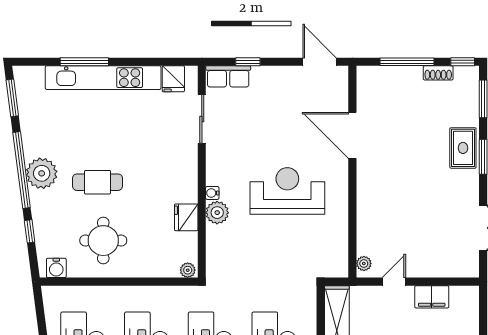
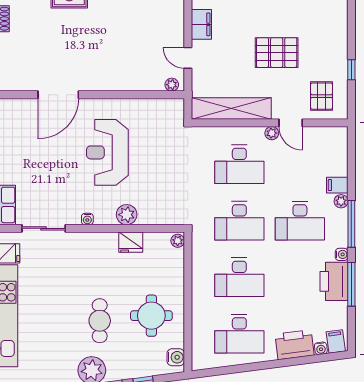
water cooler: (212, 193) -> (87, 219), moved

